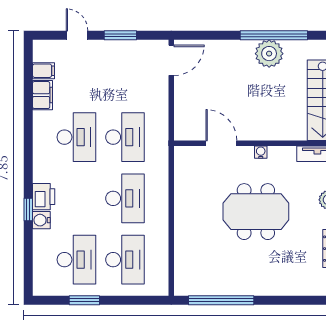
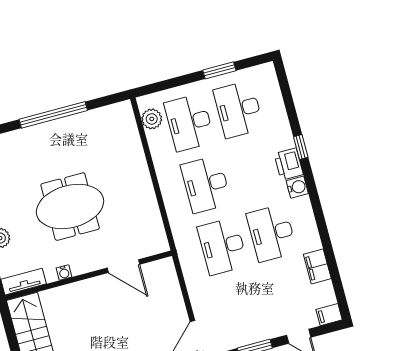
filing cabinet: (44, 71) -> (329, 315), moved
water cooler: (261, 152) -> (64, 273), moved
water cooler: (41, 220) -> (297, 187), moved
plant: (159, 272) -> (152, 119), added
window: (221, 300) -> (53, 115), moved

